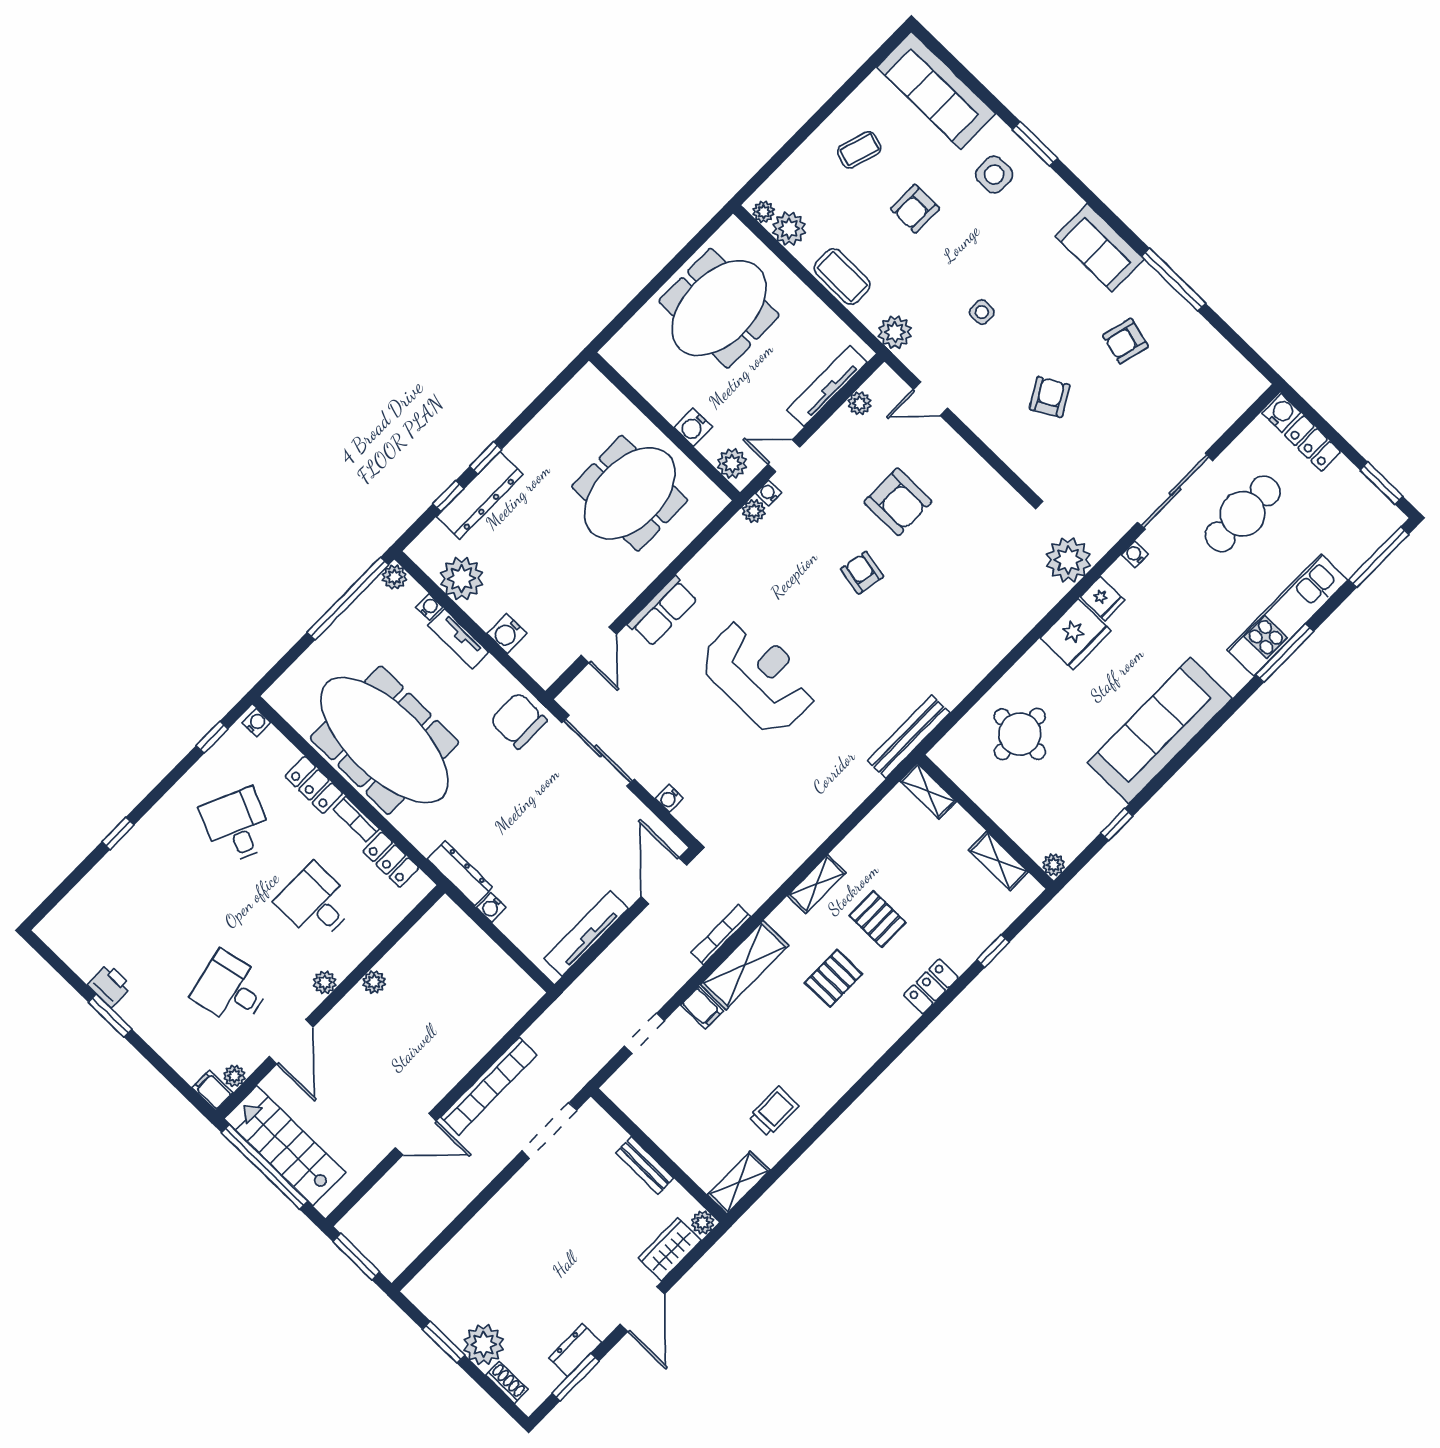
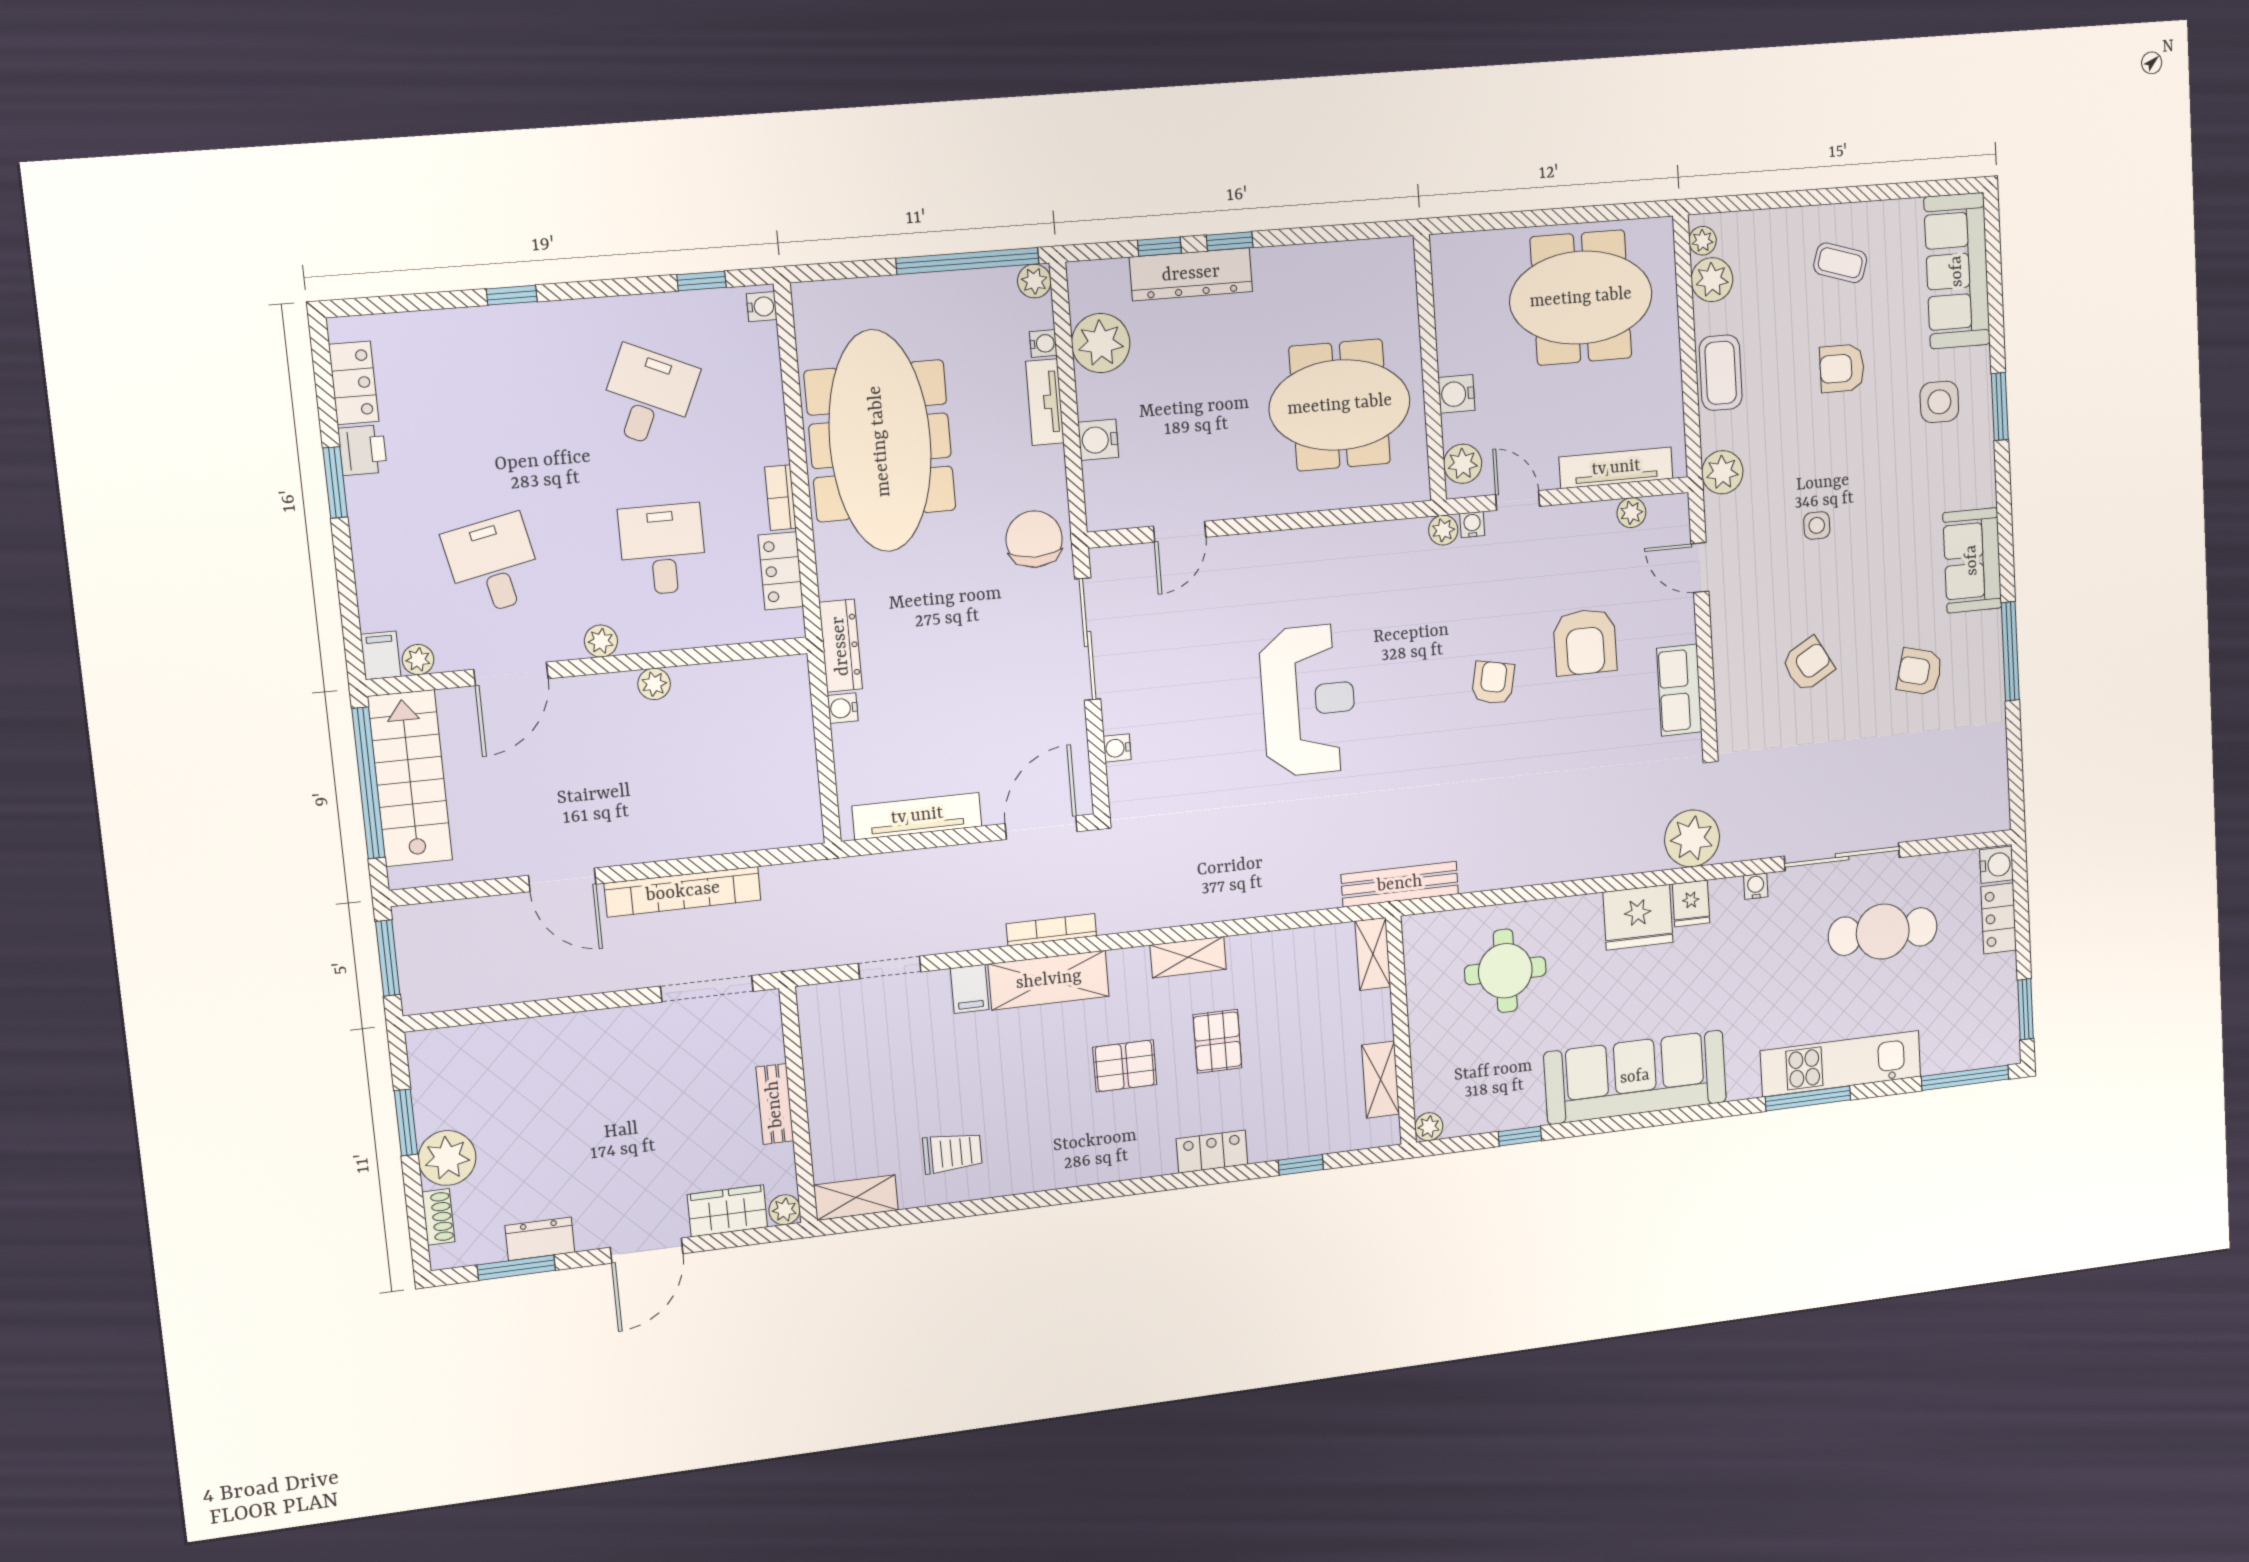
row of seats: (663, 611) -> (1679, 690), moved, turned 90
locker: (314, 785) -> (354, 383), moved, turned 180

